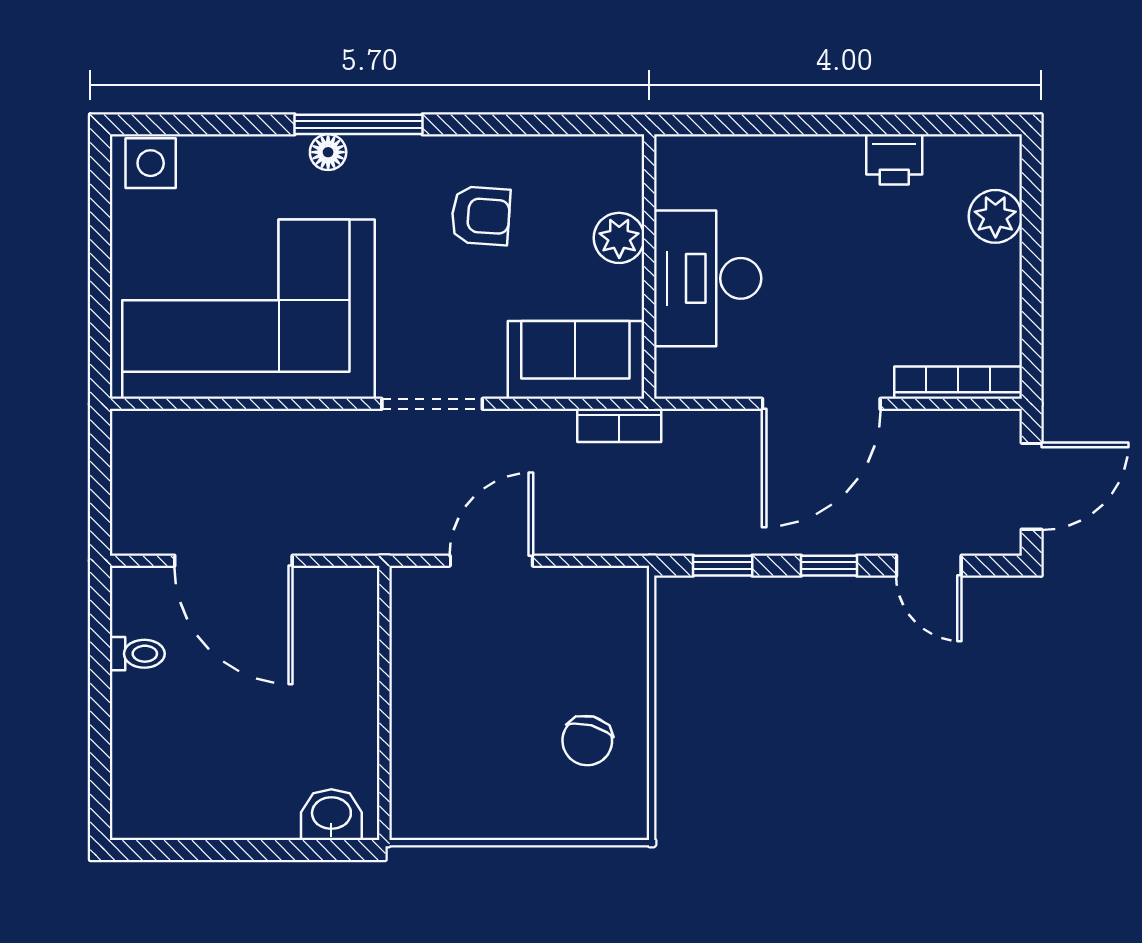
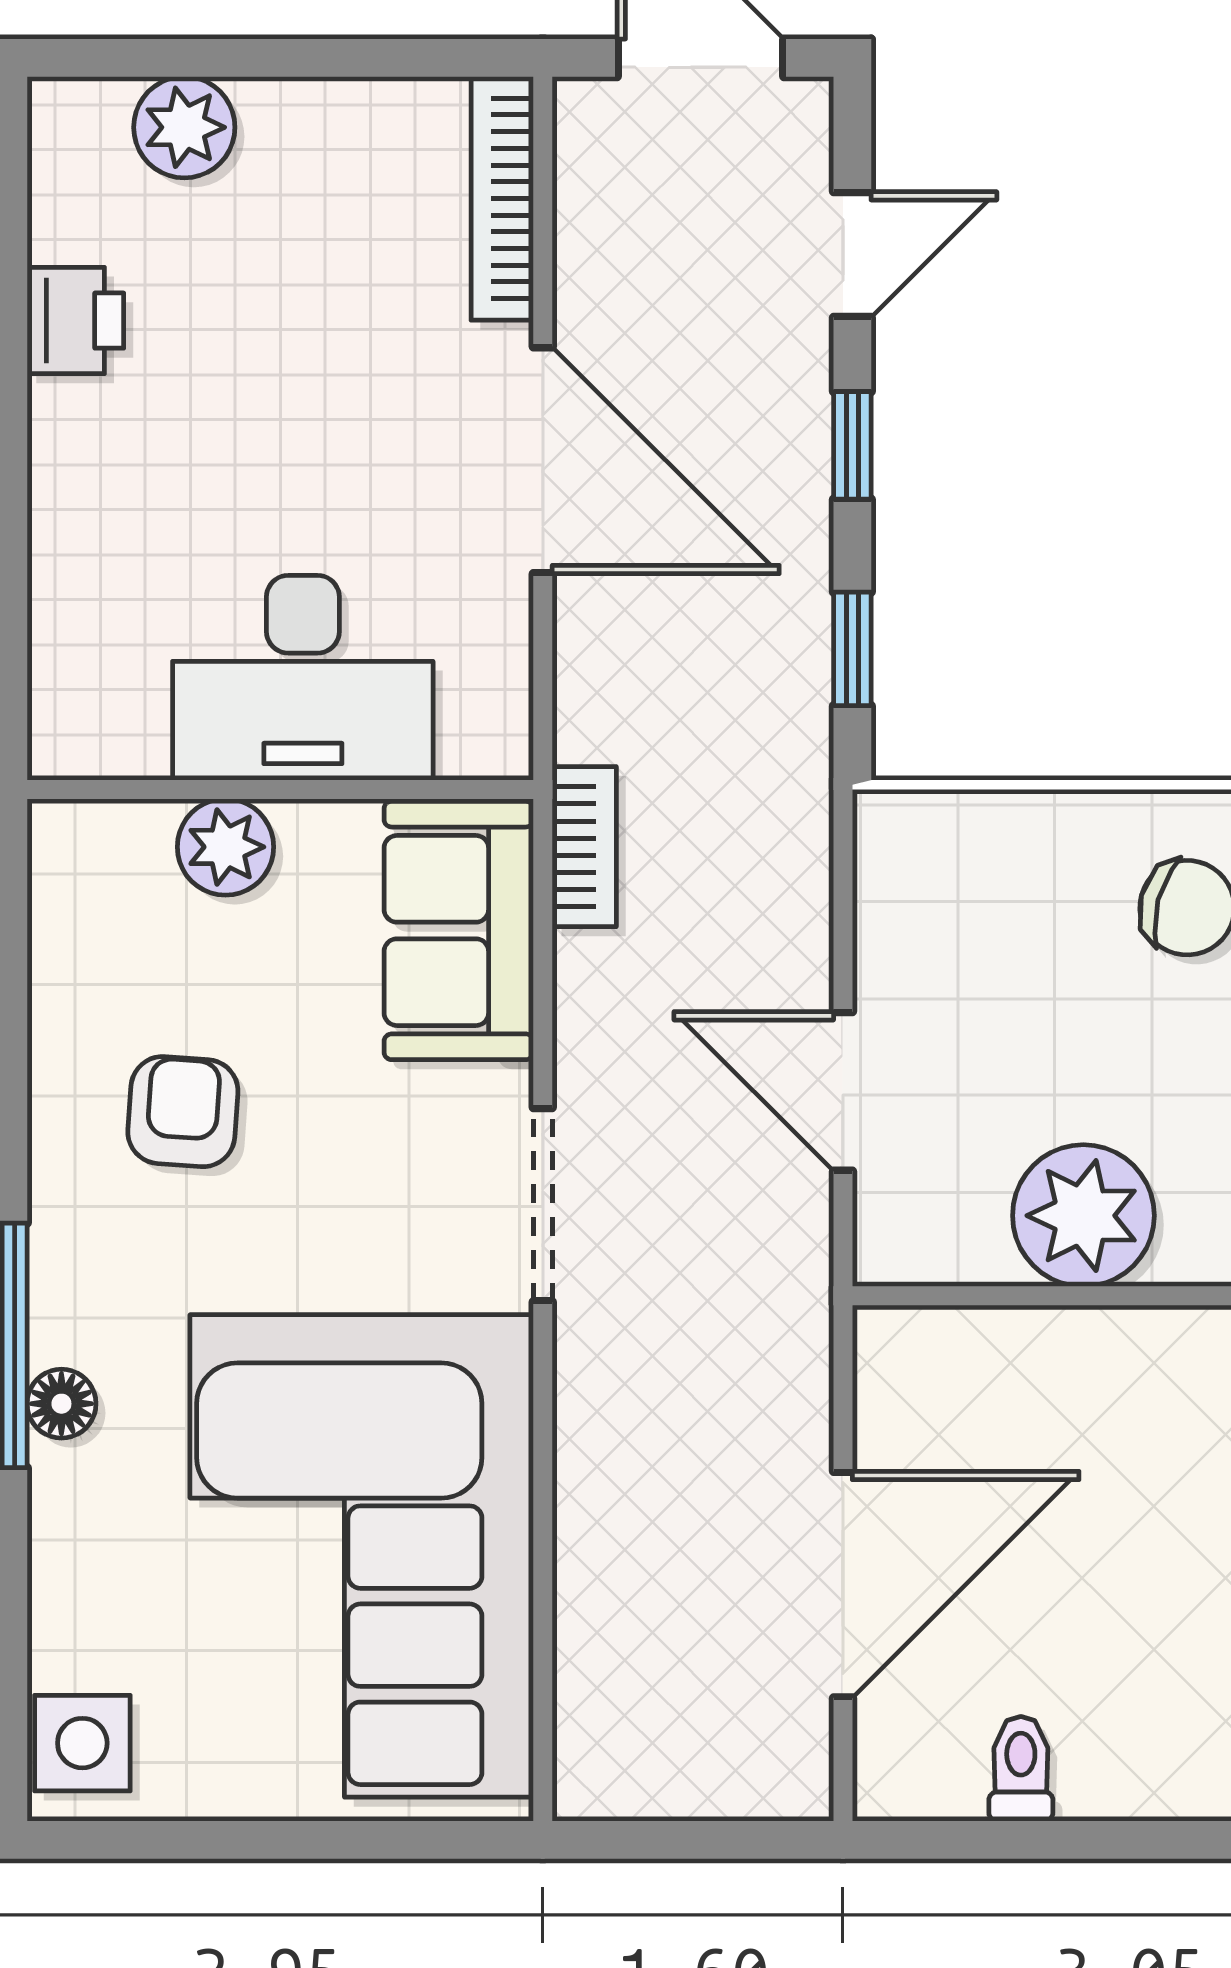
plant: (426, 686) -> (1083, 1216), added

